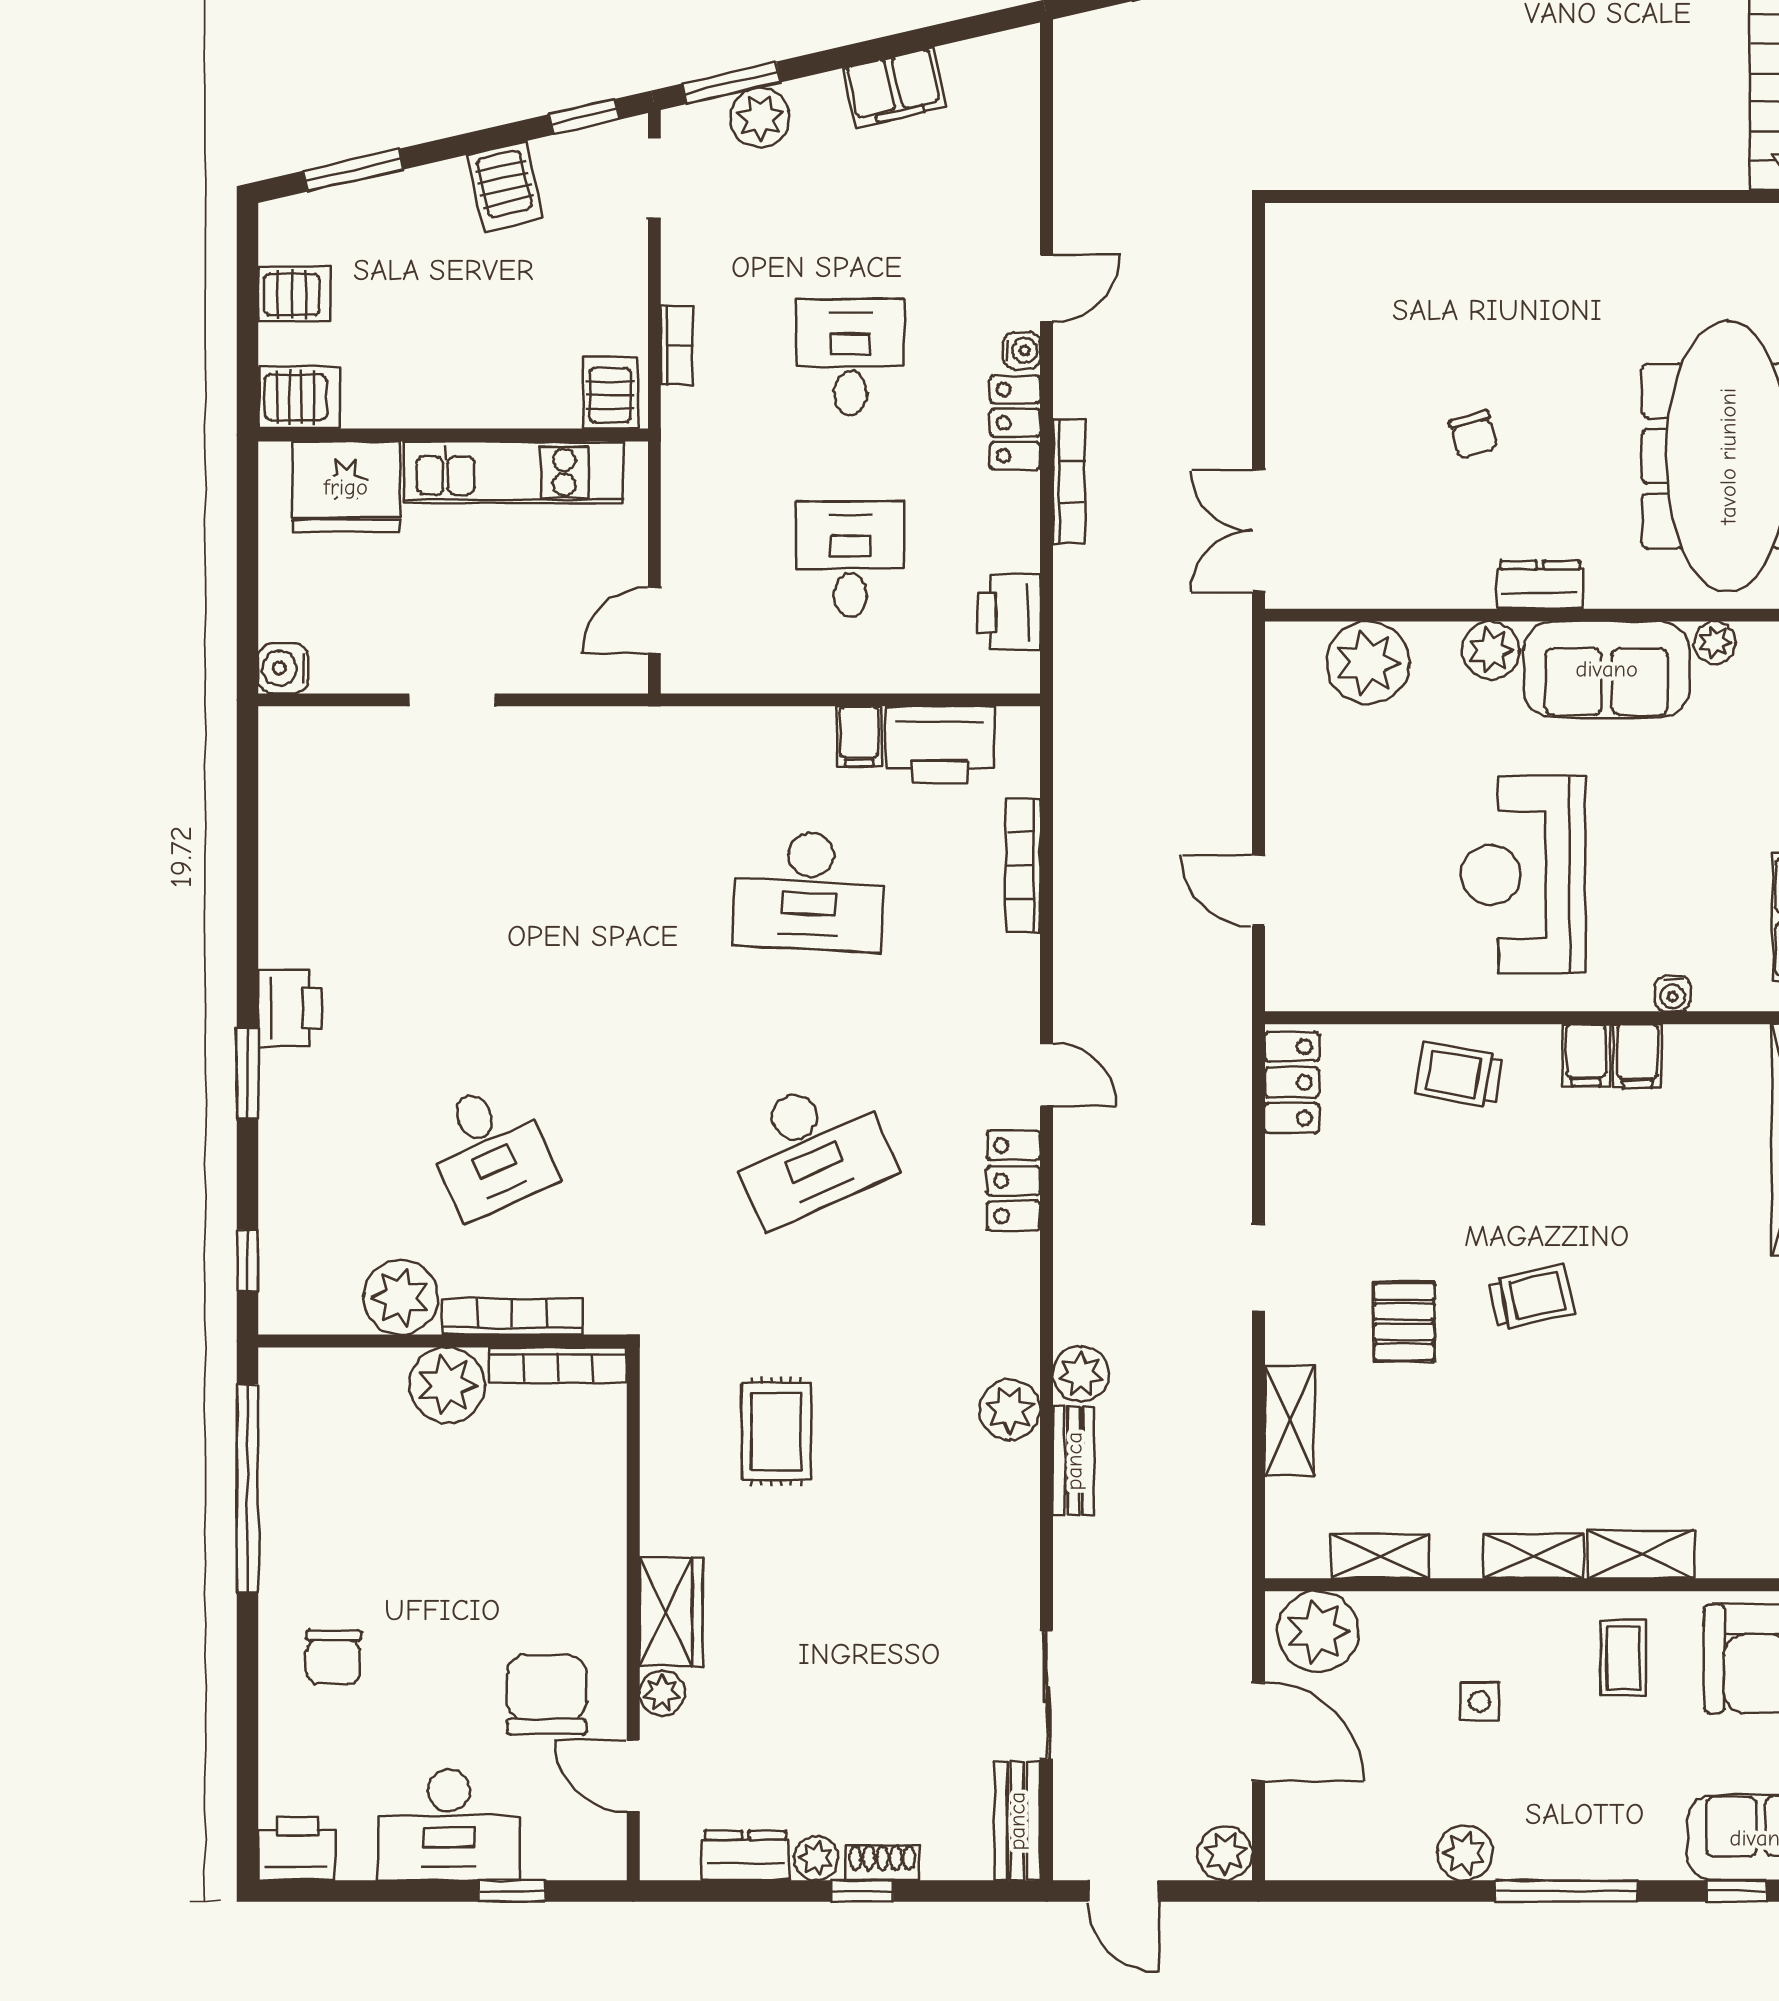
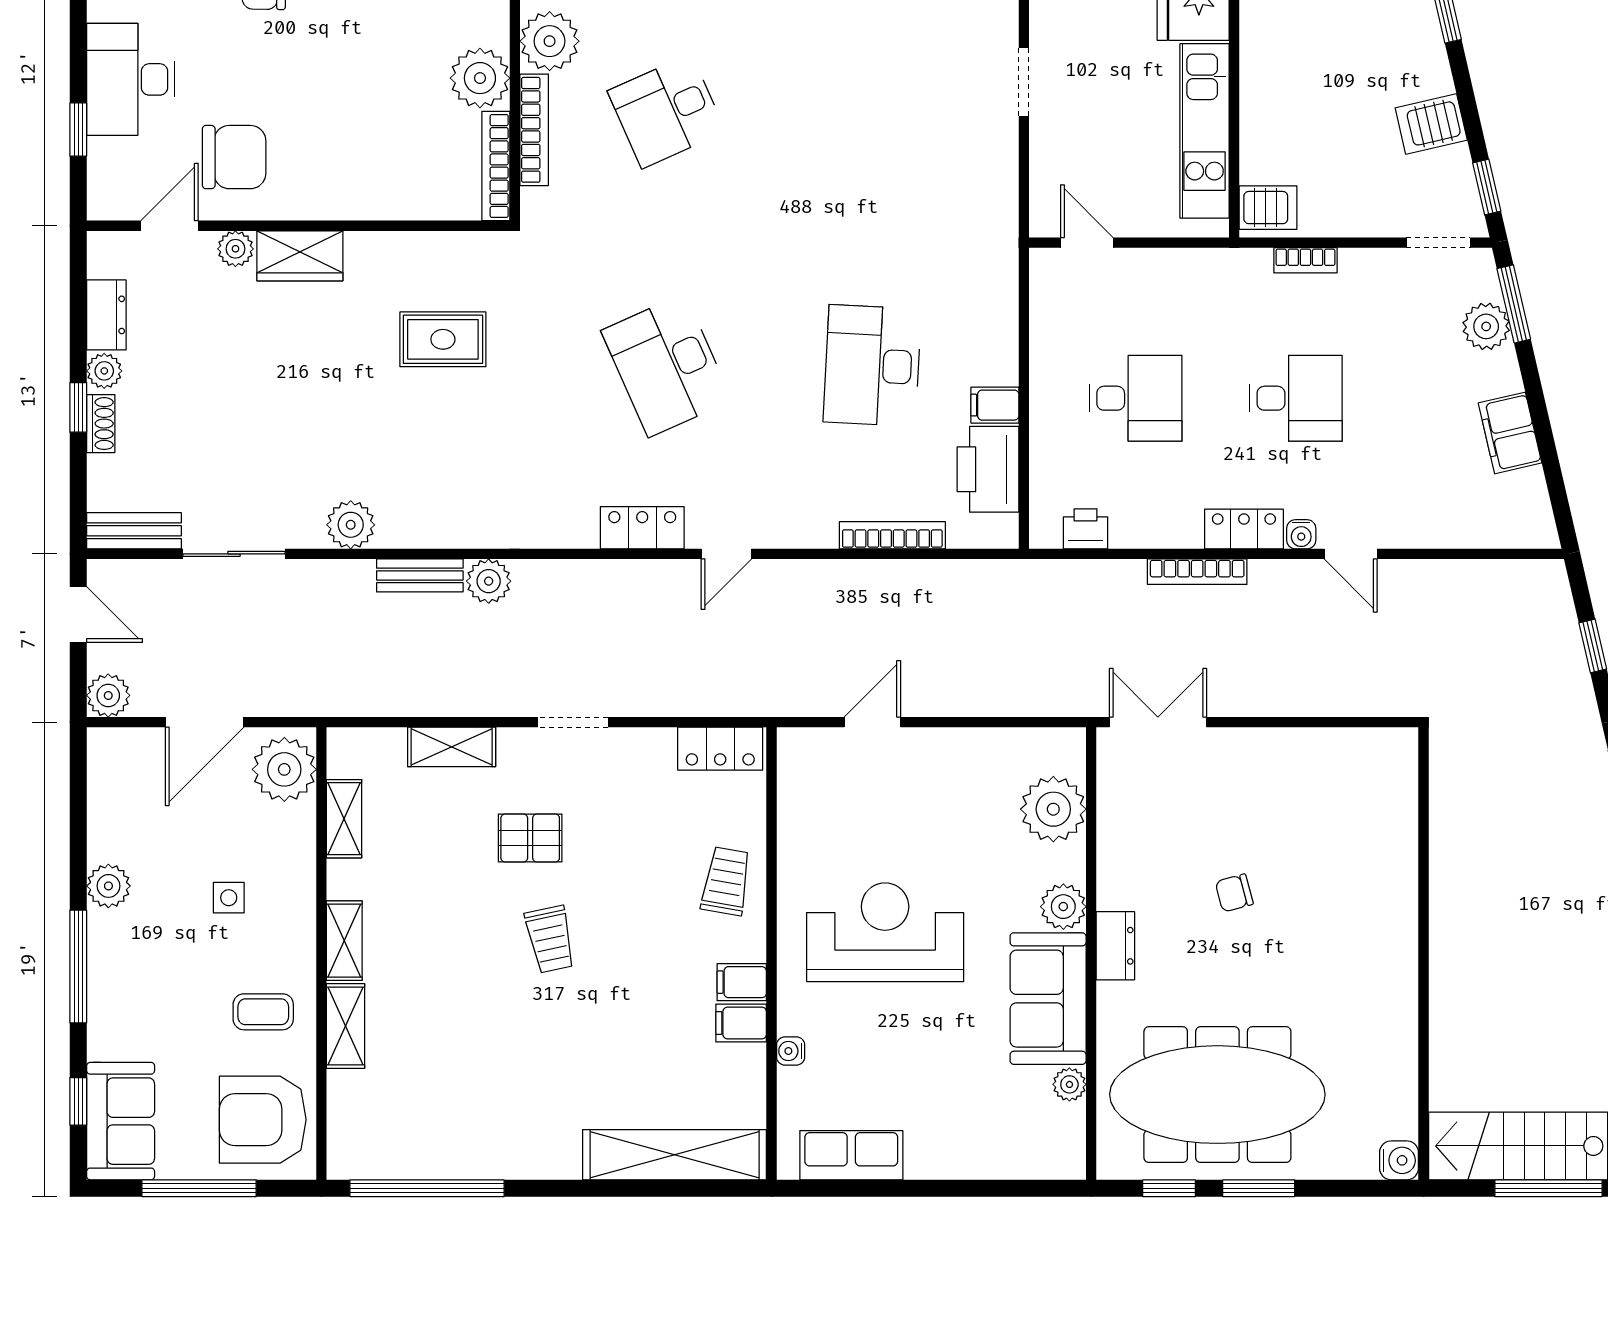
printer: (1009, 612) -> (1085, 529), width x0.73, depth x0.81
plant: (1010, 1410) -> (351, 525), moved
door: (1123, 1891) -> (78, 615), swing flipped

